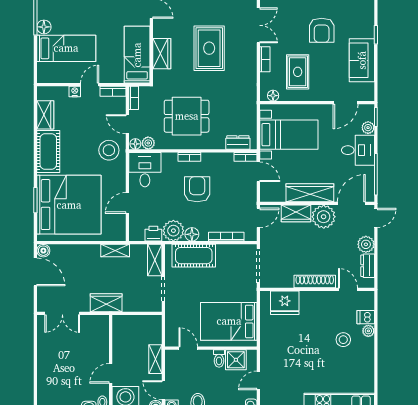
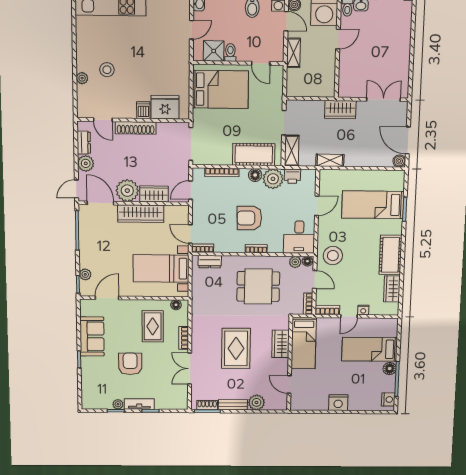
desk: (358, 150) -> (95, 253), removed
armchair: (197, 189) -> (249, 218), turned 89
door: (351, 203) -> (100, 203), swing flipped
bed: (69, 205) -> (373, 205), width x0.49
dishwasher: (366, 317) -> (143, 110), moved, turned -90

